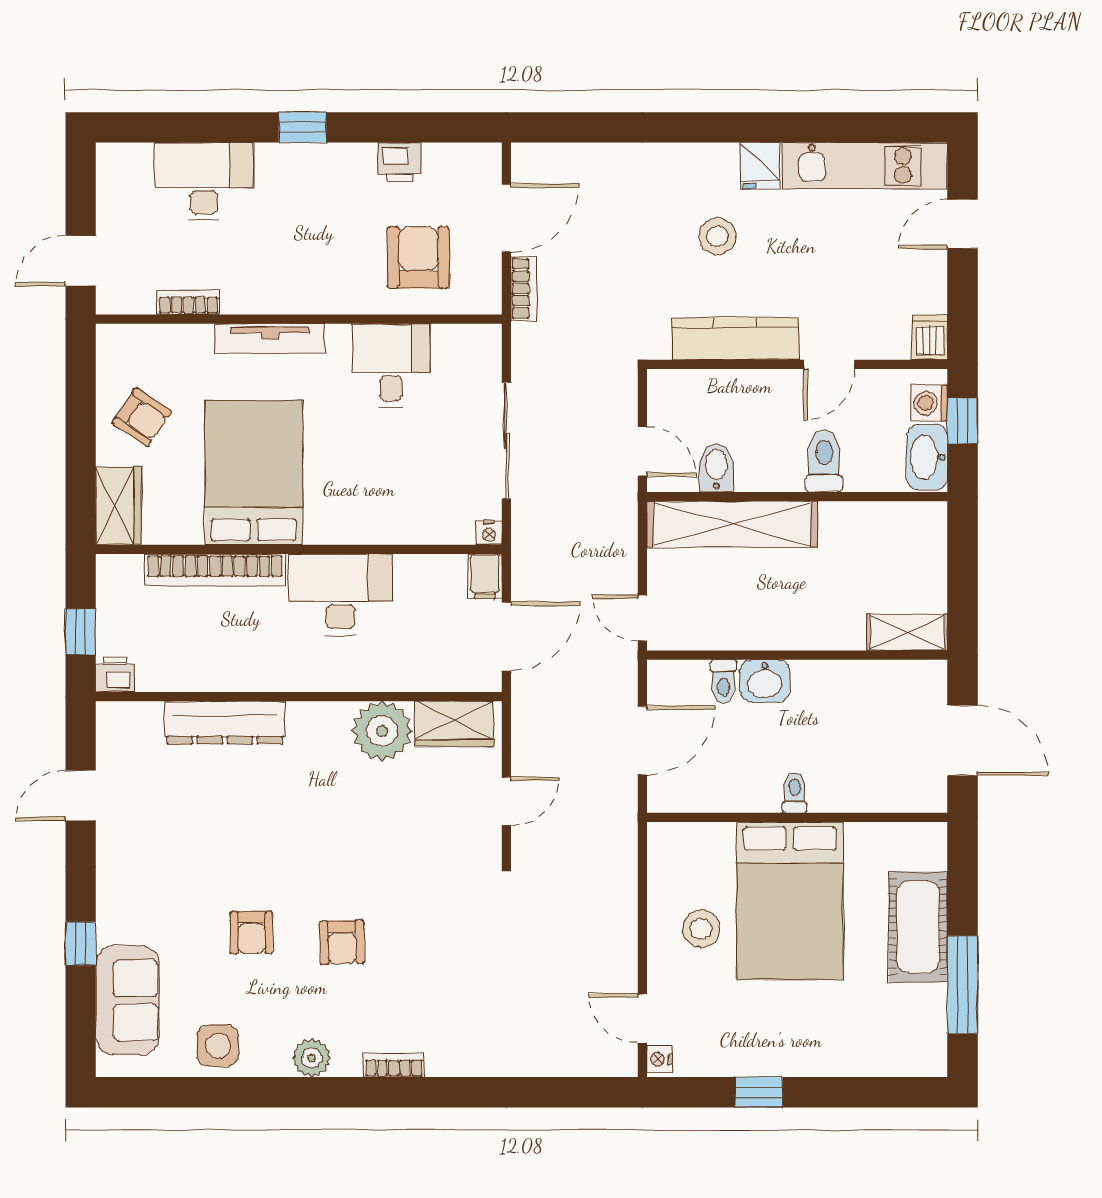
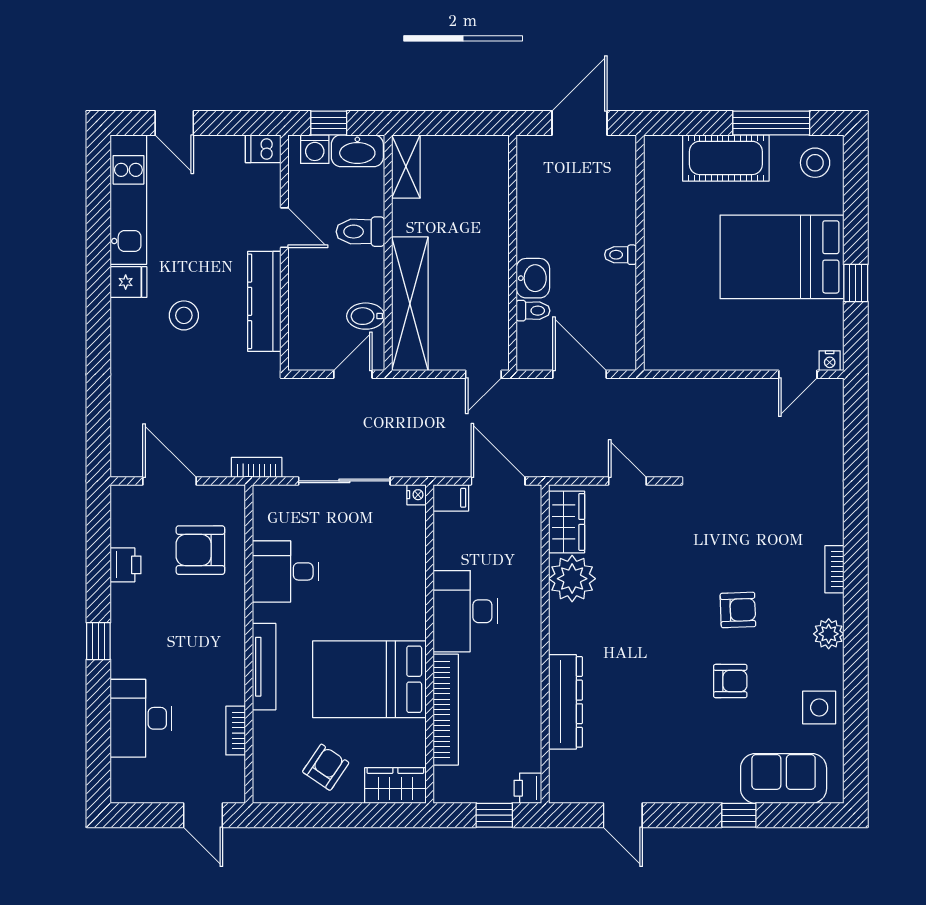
bookcase: (524, 288) -> (257, 467), moved
shelving: (907, 632) -> (406, 167), moved
bed: (790, 901) -> (782, 257), moved, turned 180
stool: (701, 929) -> (815, 163), moved

